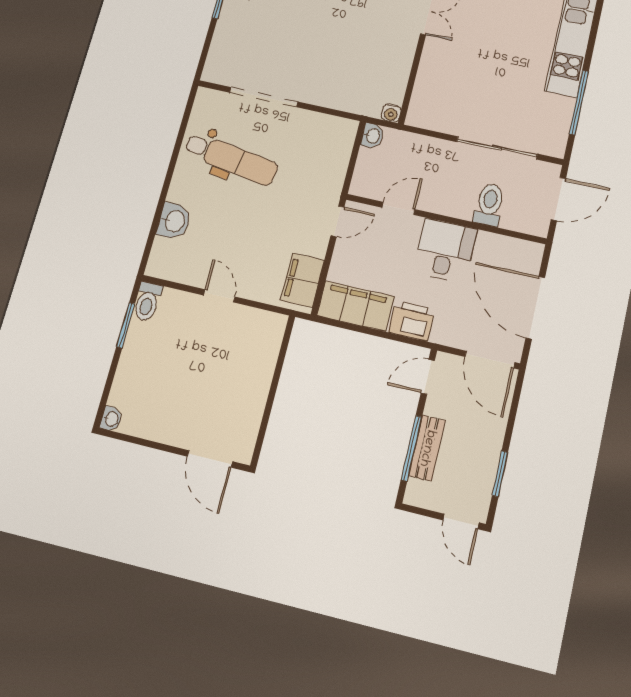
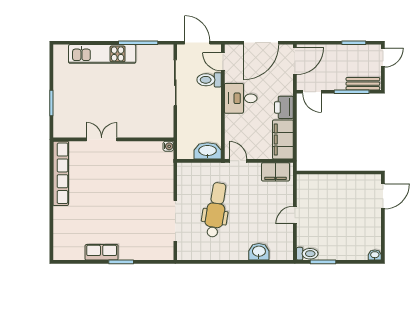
washbasin: (373, 136) -> (208, 151), moved, width x1.91, depth x1.45
dental chair: (231, 159) -> (216, 210), moved
door: (398, 208) -> (223, 62), moved
bench: (427, 448) -> (363, 84), moved

